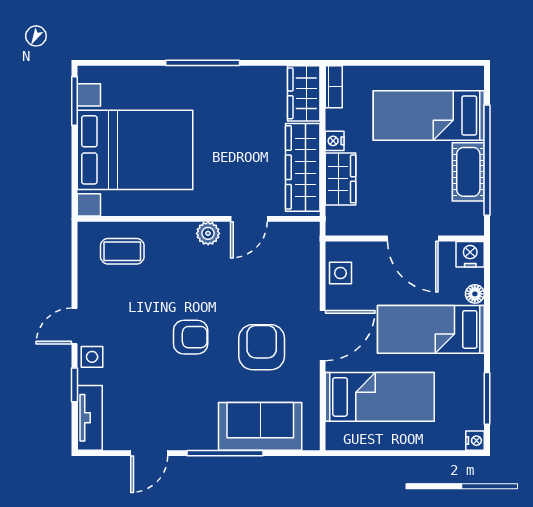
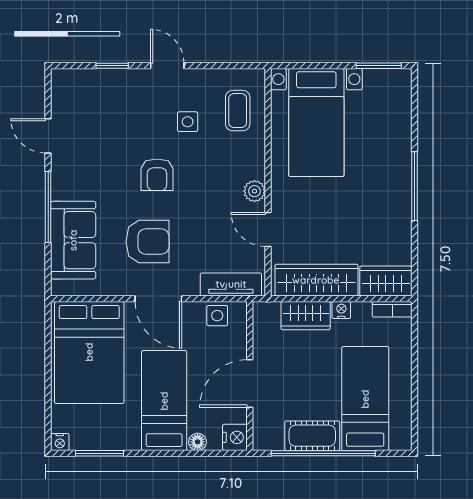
bed with nightstands: (135, 150) -> (316, 122), width x0.73
side table: (92, 357) -> (188, 122), moved
bed: (380, 397) -> (89, 352), width x1.50
tv unit: (90, 418) -> (231, 284), moved, turned 180

